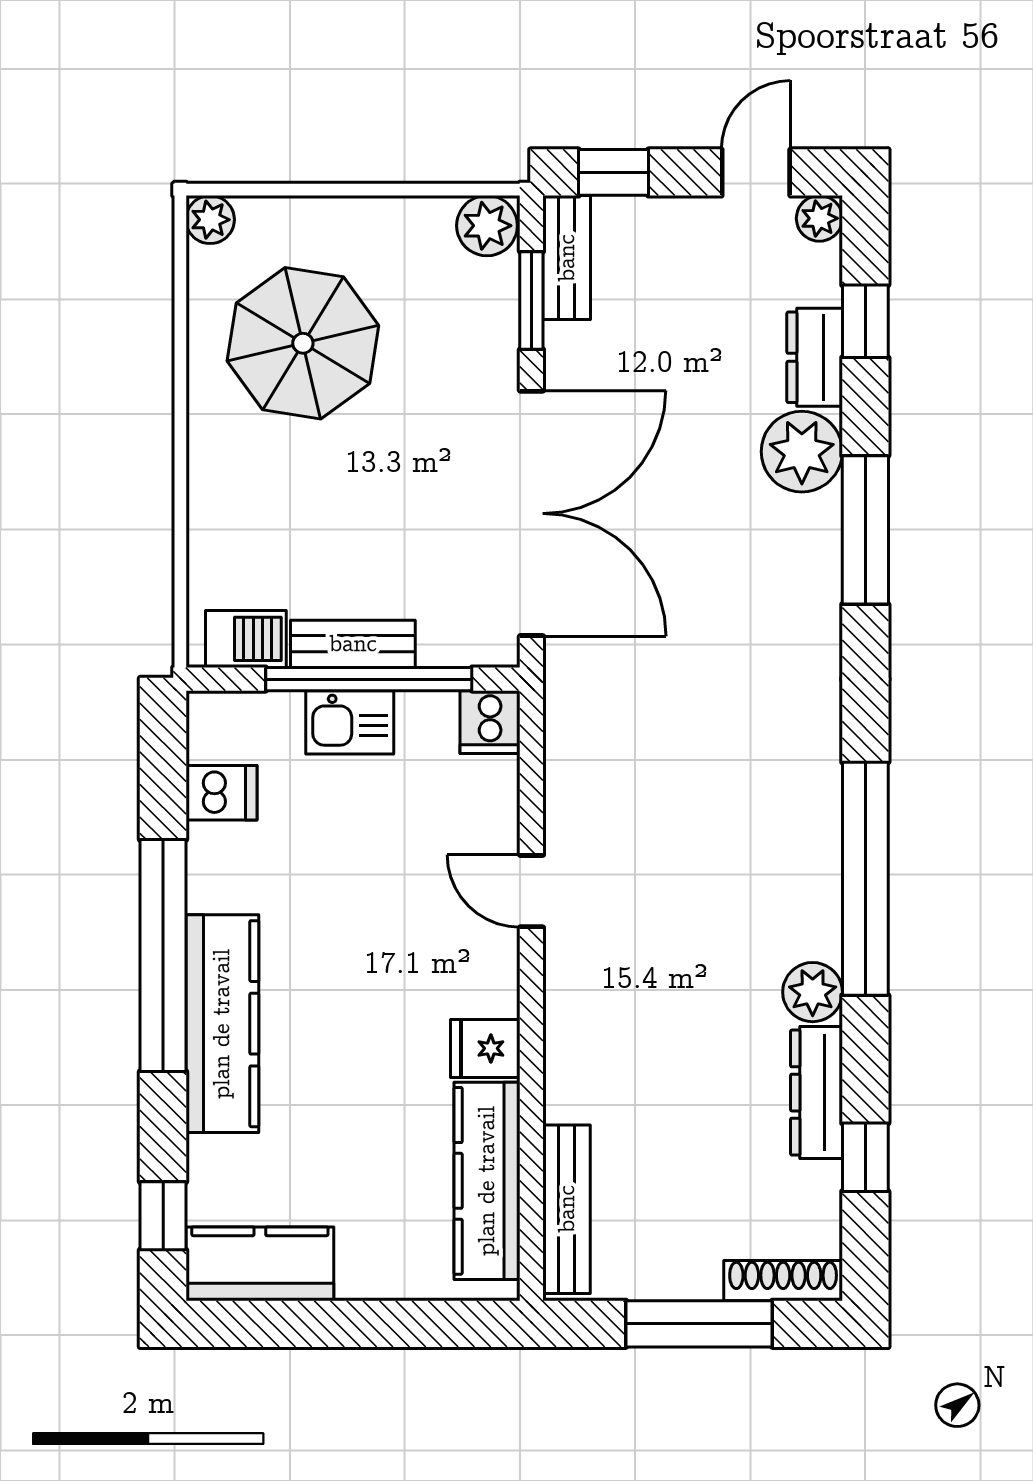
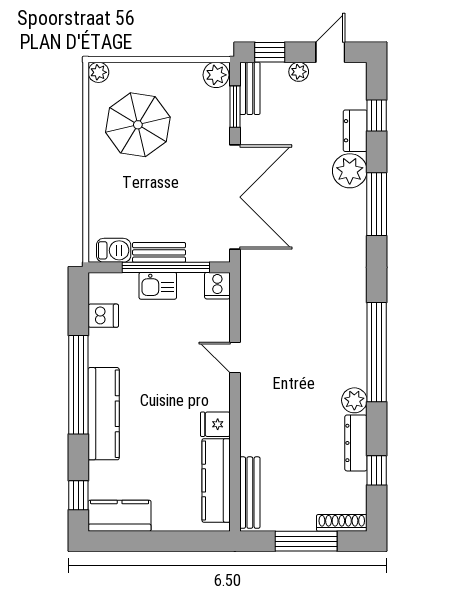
plant: (819, 218) -> (299, 72), moved

